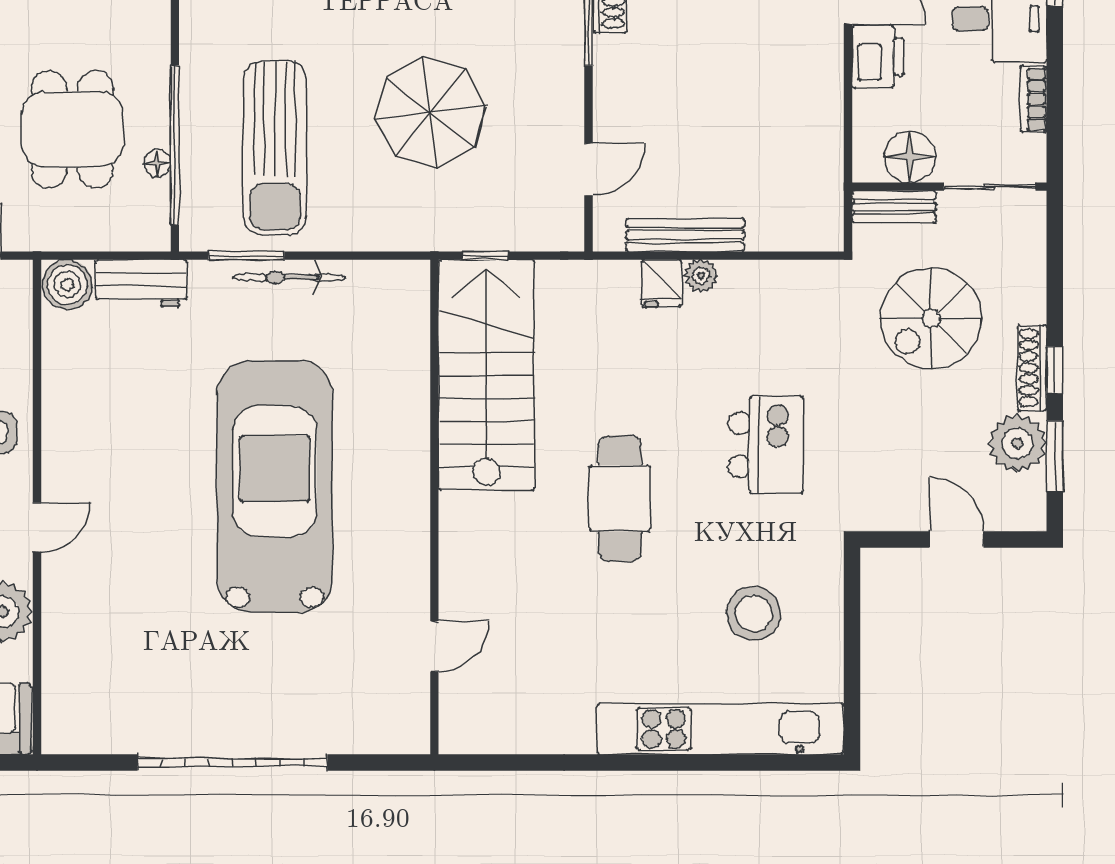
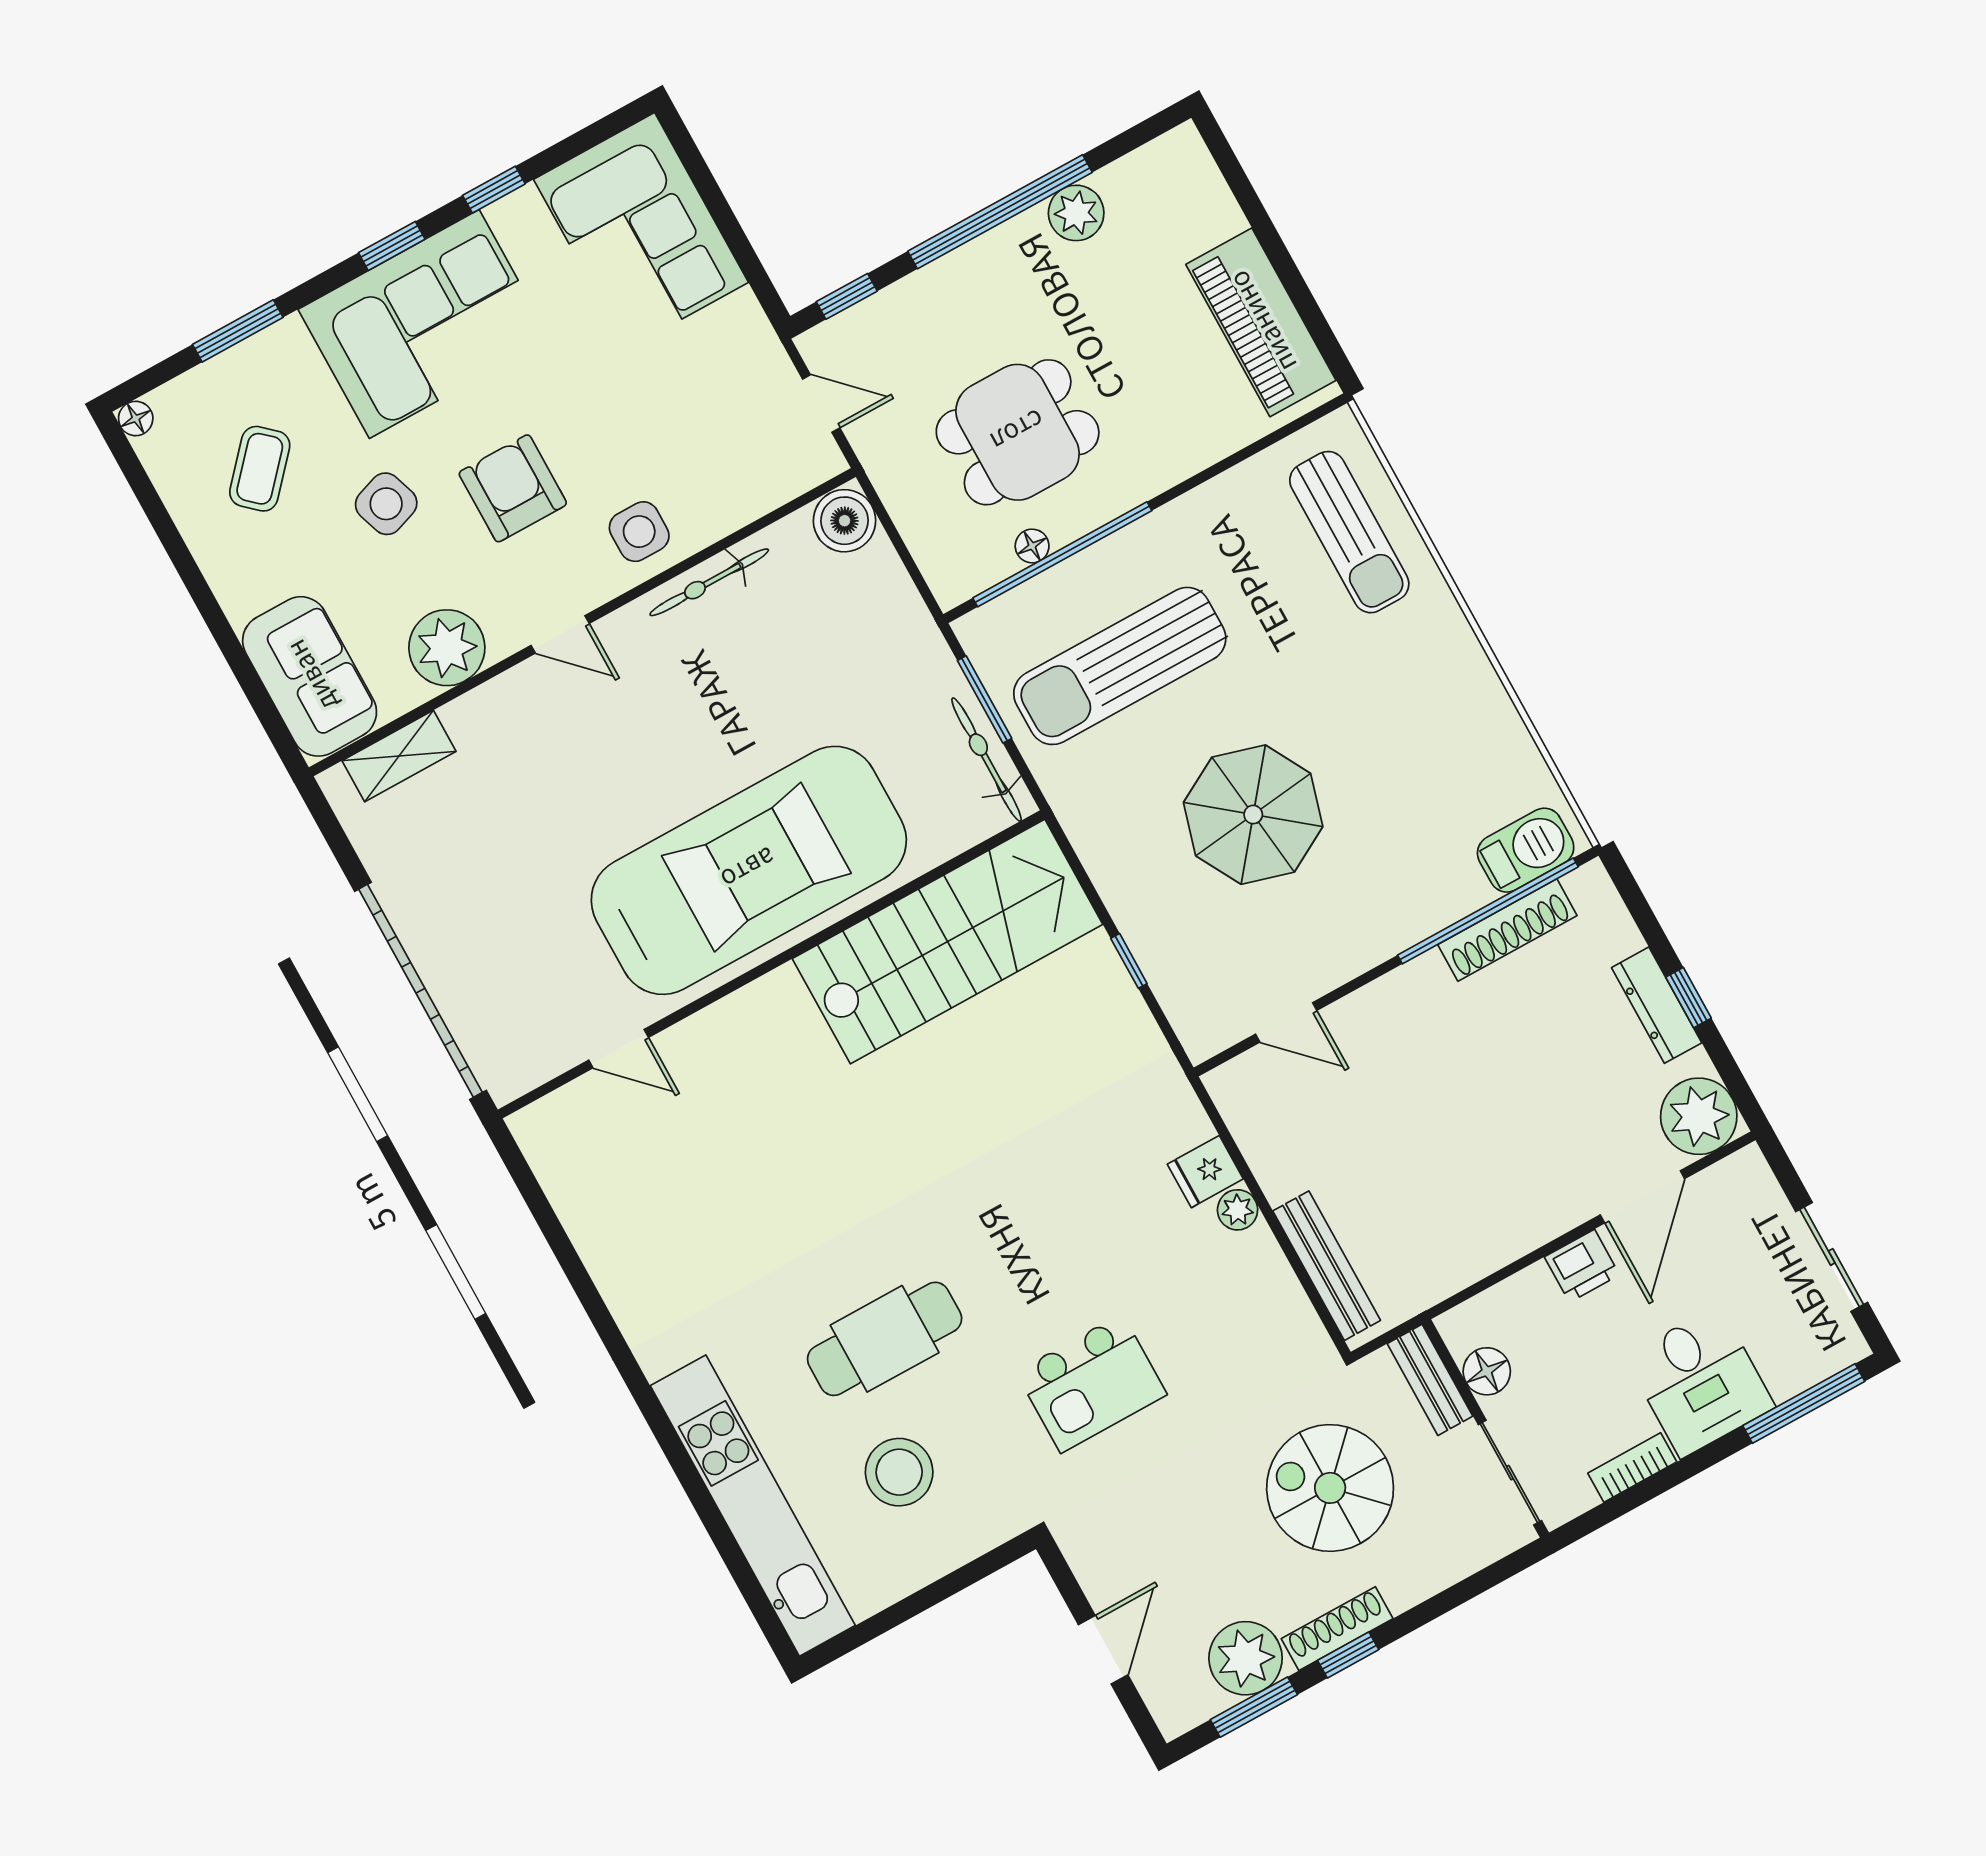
printer: (878, 56) -> (1582, 1266), width x0.73, depth x0.81
floor lamp: (910, 157) -> (1487, 1371), width x0.73, depth x0.73
bench: (685, 235) -> (1327, 1266), moved
workbench: (141, 283) -> (891, 601), removed
stairs: (486, 375) -> (948, 942), moved
bicycle: (58, 403) -> (709, 582), added
cafe table: (620, 498) -> (885, 1339), moved
wall: (434, 507) -> (771, 964), moved
door: (434, 646) -> (619, 1049), moved
shelving: (60, 687) -> (399, 756), added

